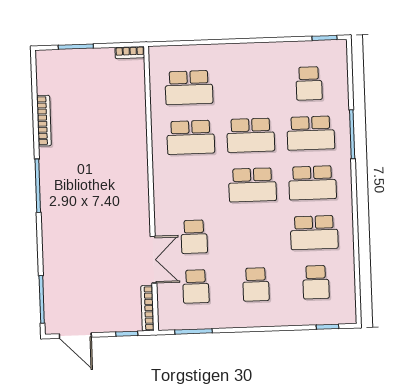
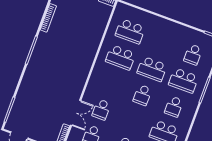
school desk: (312, 183) -> (174, 107), width x0.54
school desk: (252, 185) -> (142, 95), width x0.54

